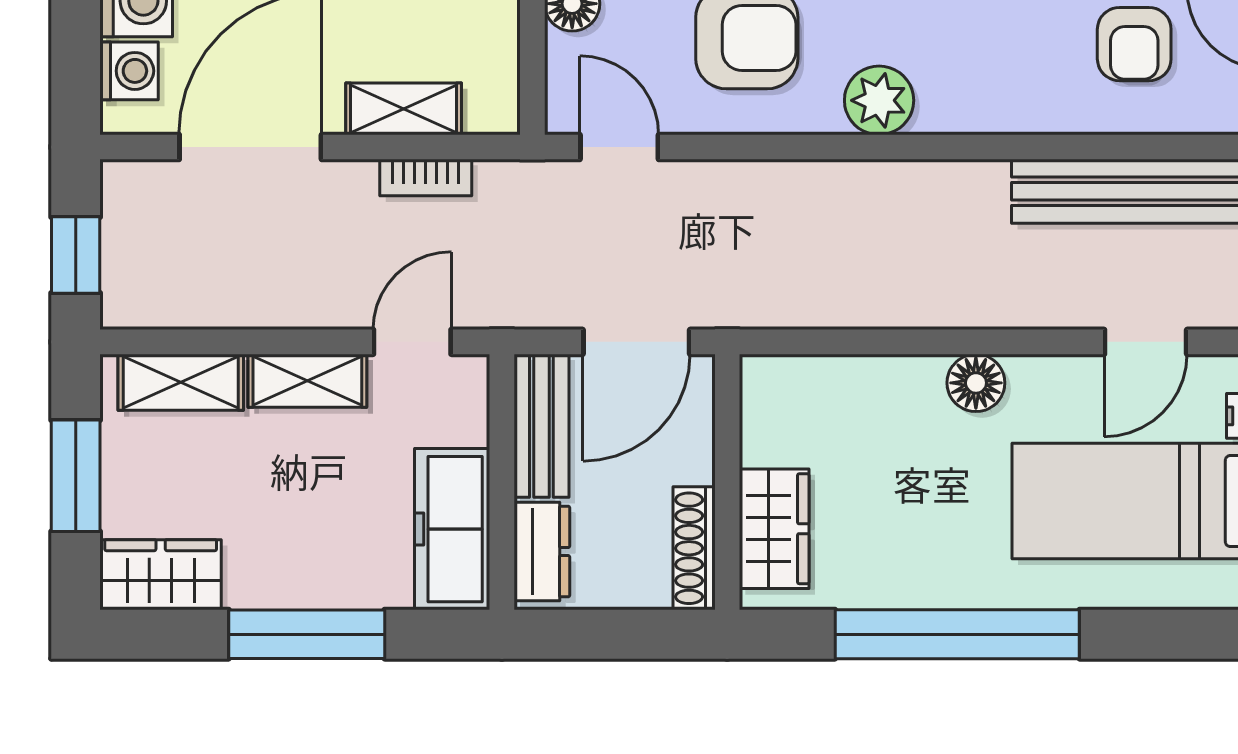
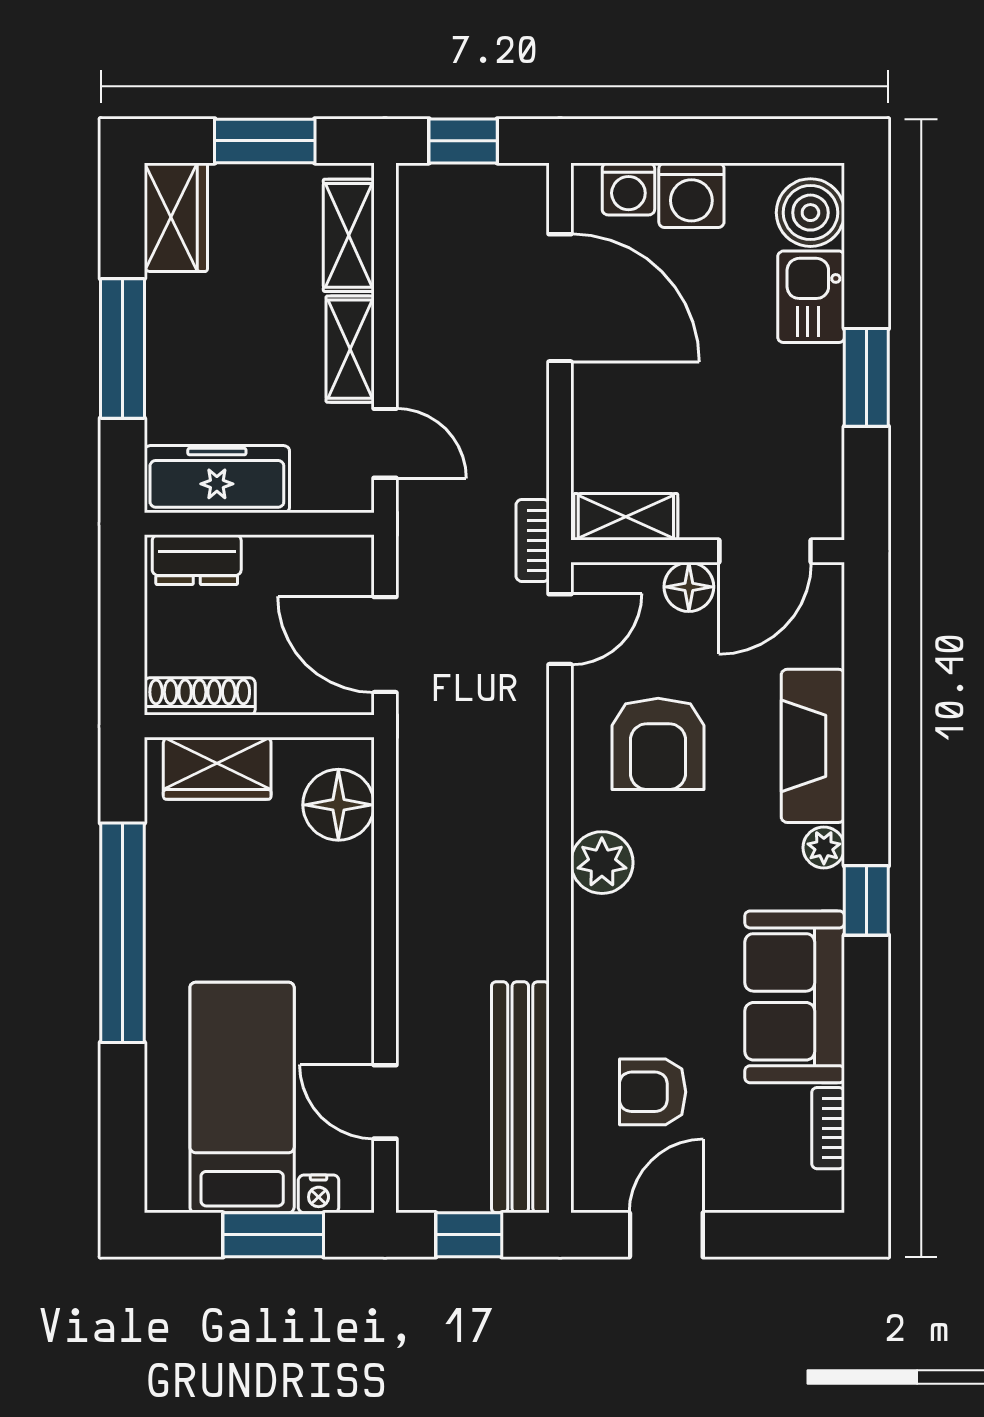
shelving: (404, 109) -> (626, 517), moved, turned 90
bookcase: (426, 178) -> (533, 540), moved
floor lamp: (976, 383) -> (338, 805), moved, width x1.38, depth x1.38
bench: (541, 426) -> (310, 559), removed

